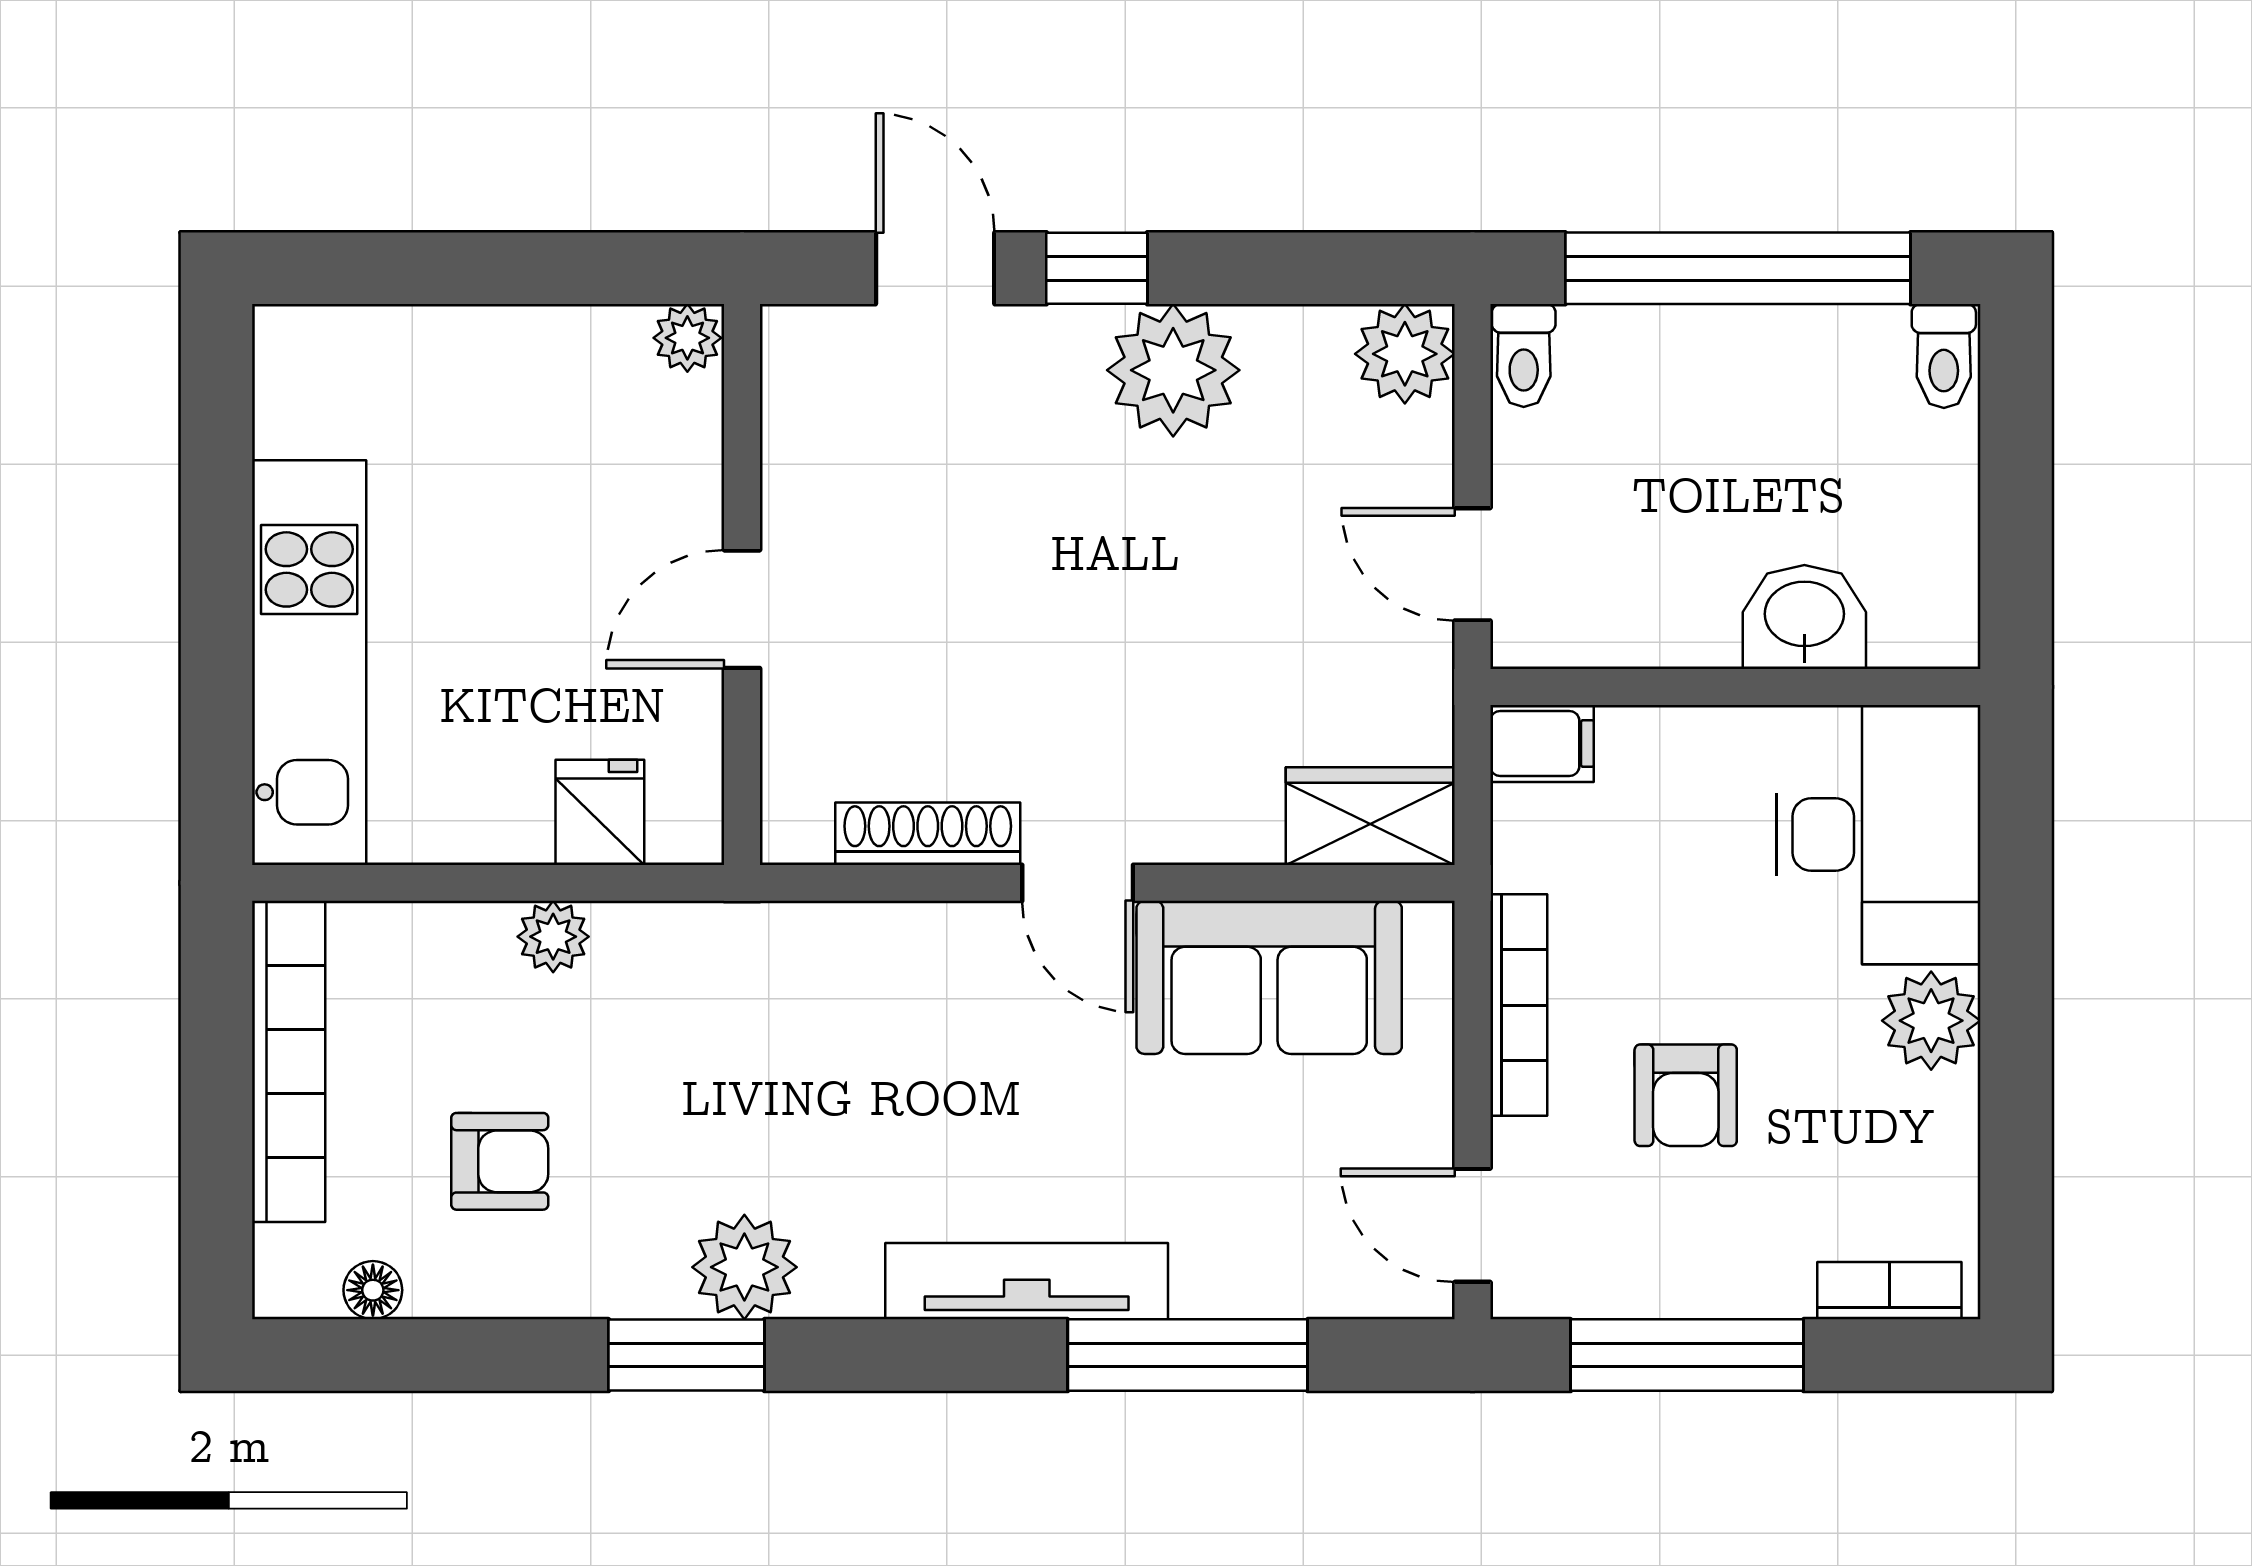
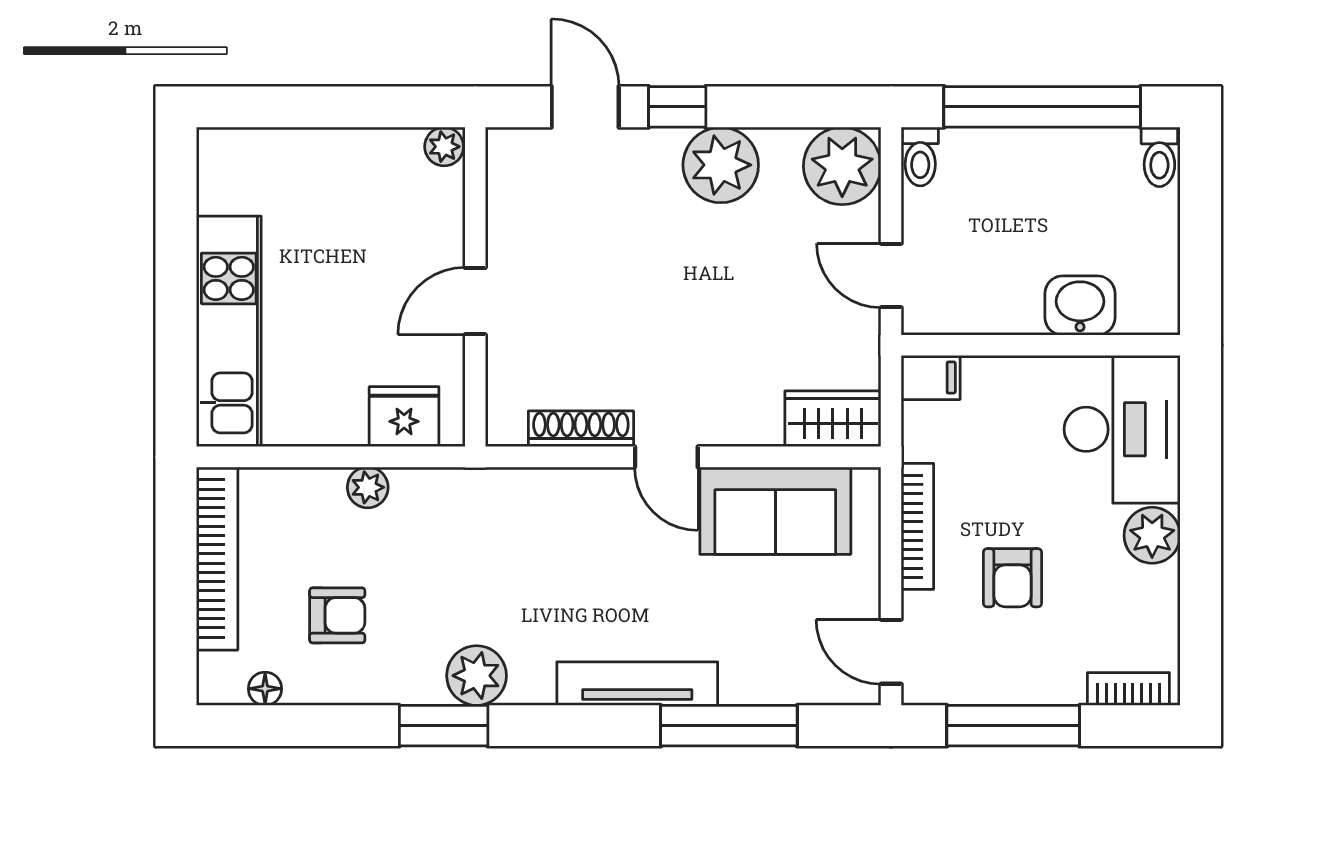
plant: (1405, 354) -> (842, 166), width x1.36, depth x1.36
fridge: (600, 812) -> (404, 417), width x1.38

